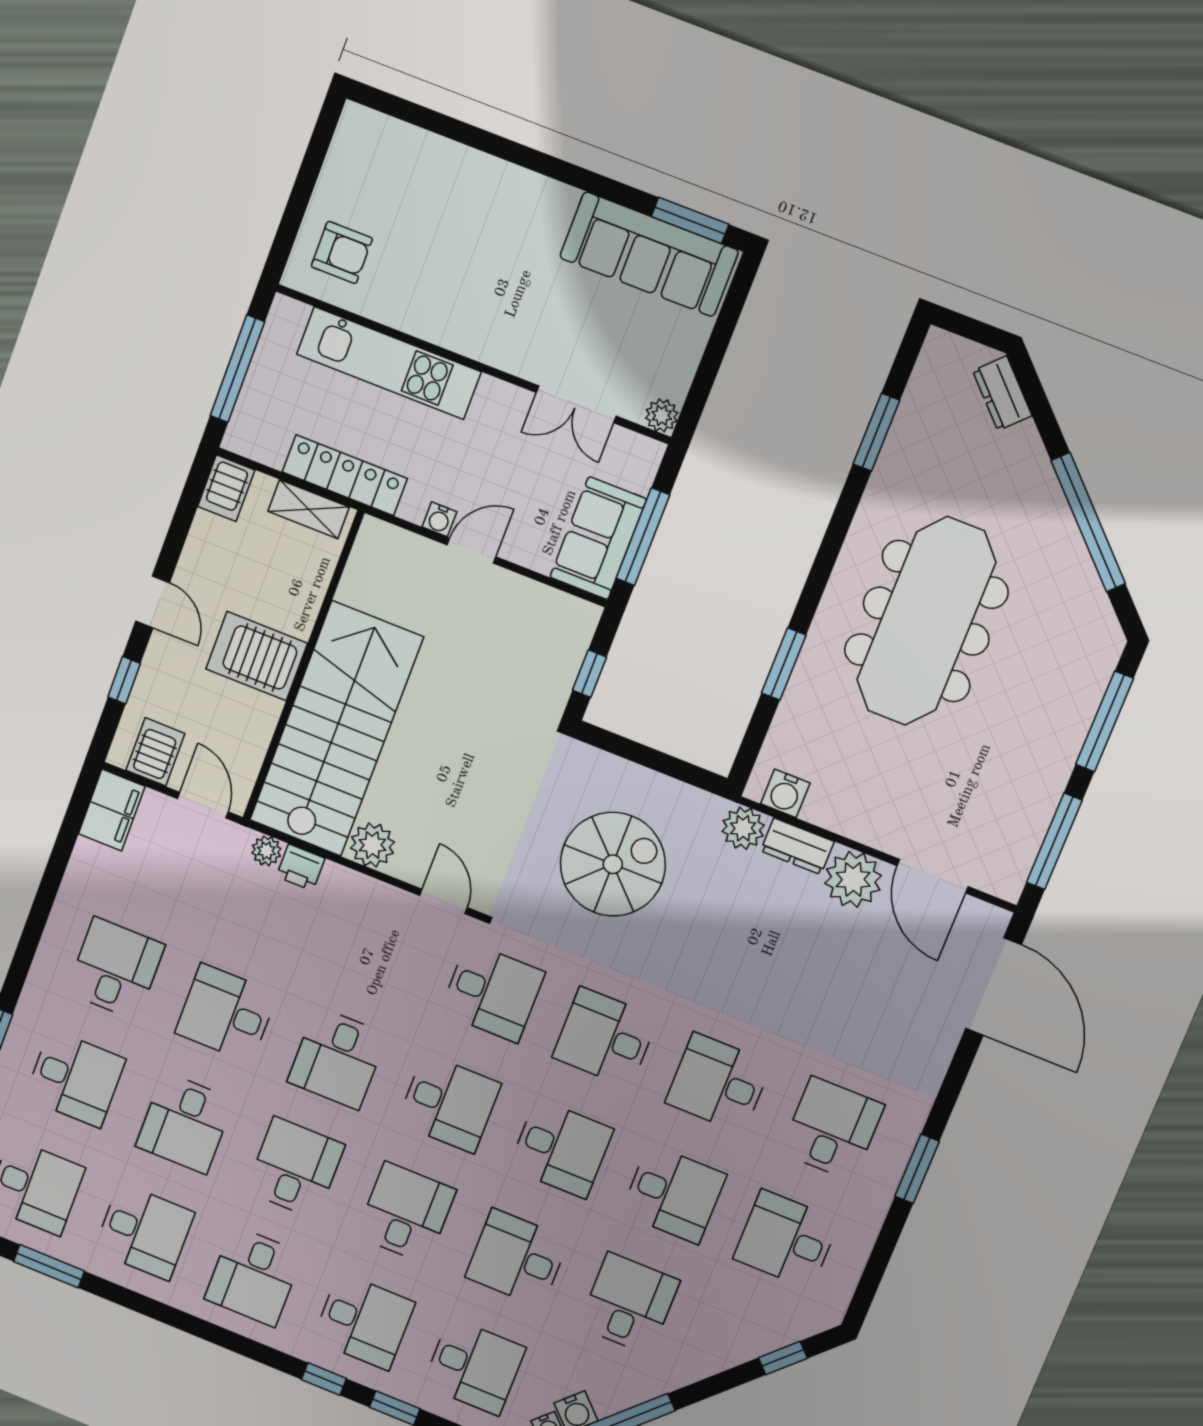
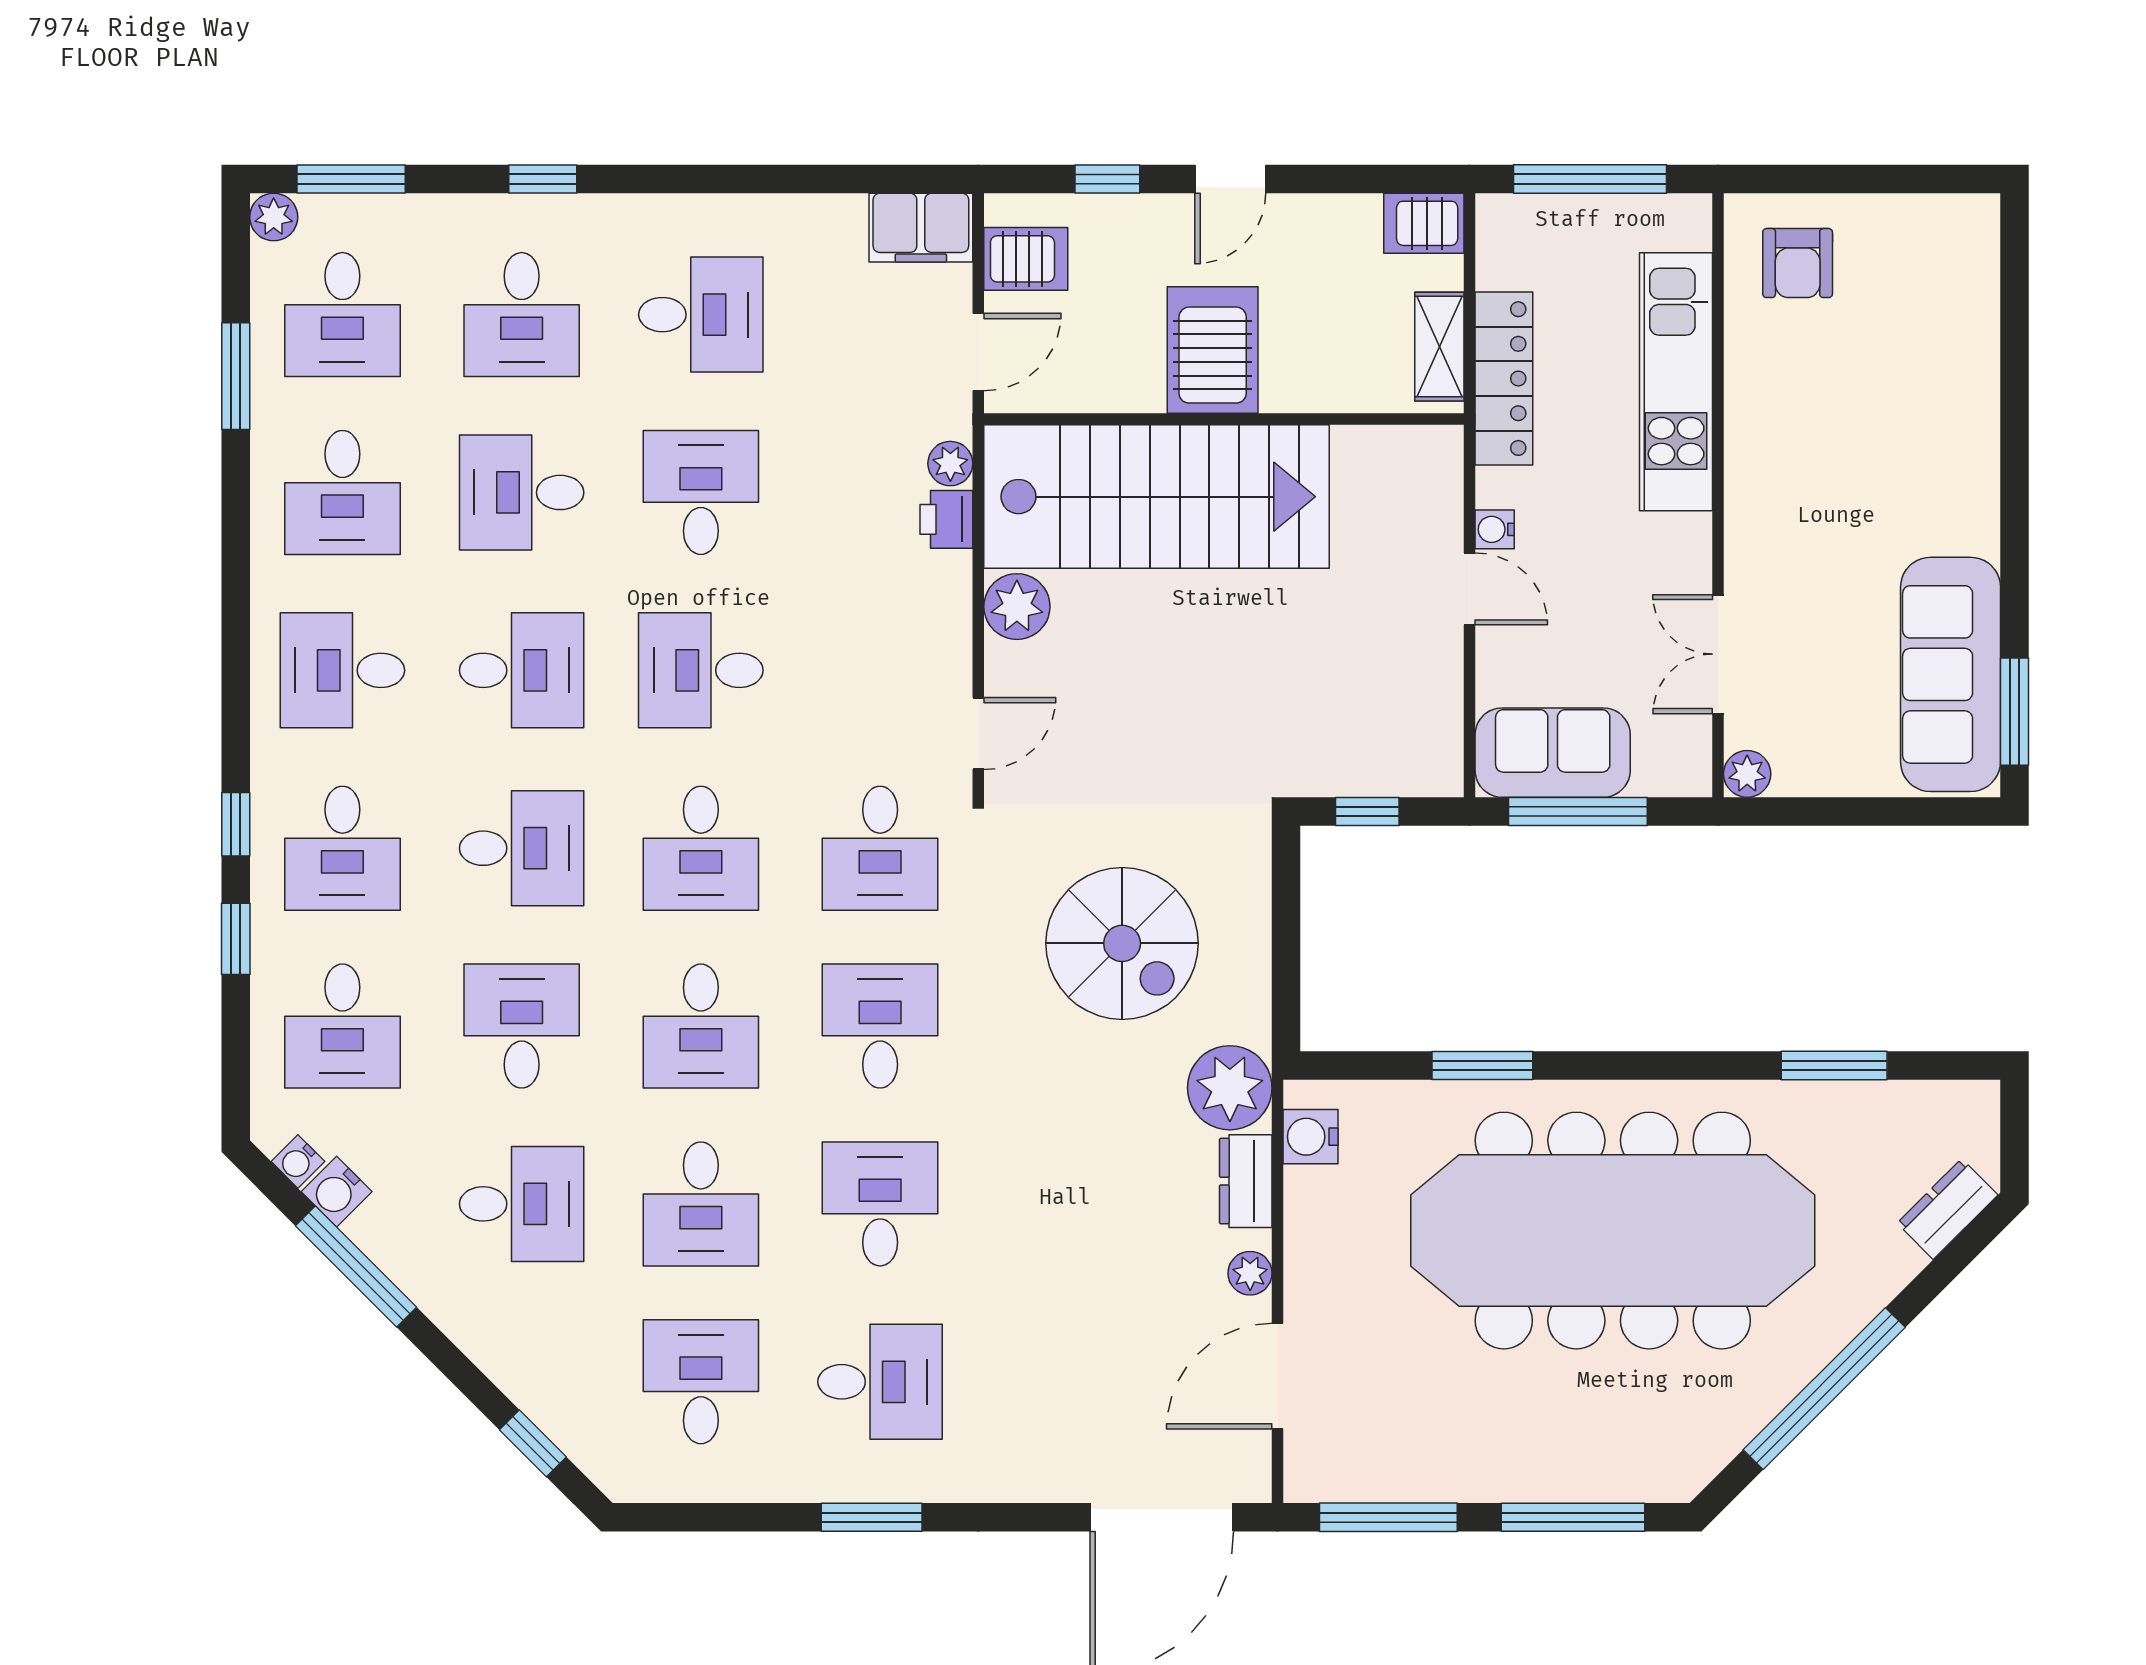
meeting table: (926, 621) -> (1613, 1231), width x1.36, depth x1.27
plant: (743, 828) -> (1230, 1088), width x1.36, depth x1.36
plant: (853, 879) -> (1250, 1273), width x0.53, depth x0.53

